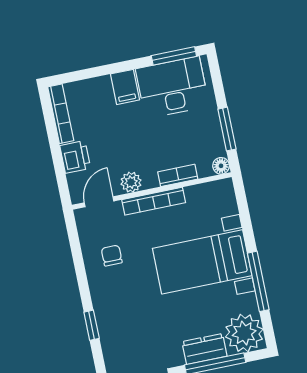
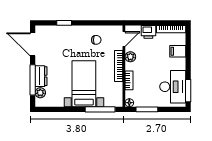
filing cabinet: (125, 87) -> (178, 51), moved
door: (99, 202) -> (124, 39), hinge flipped
window: (258, 281) -> (100, 109), moved
plant: (244, 333) -> (40, 93), width x0.53, depth x0.53

